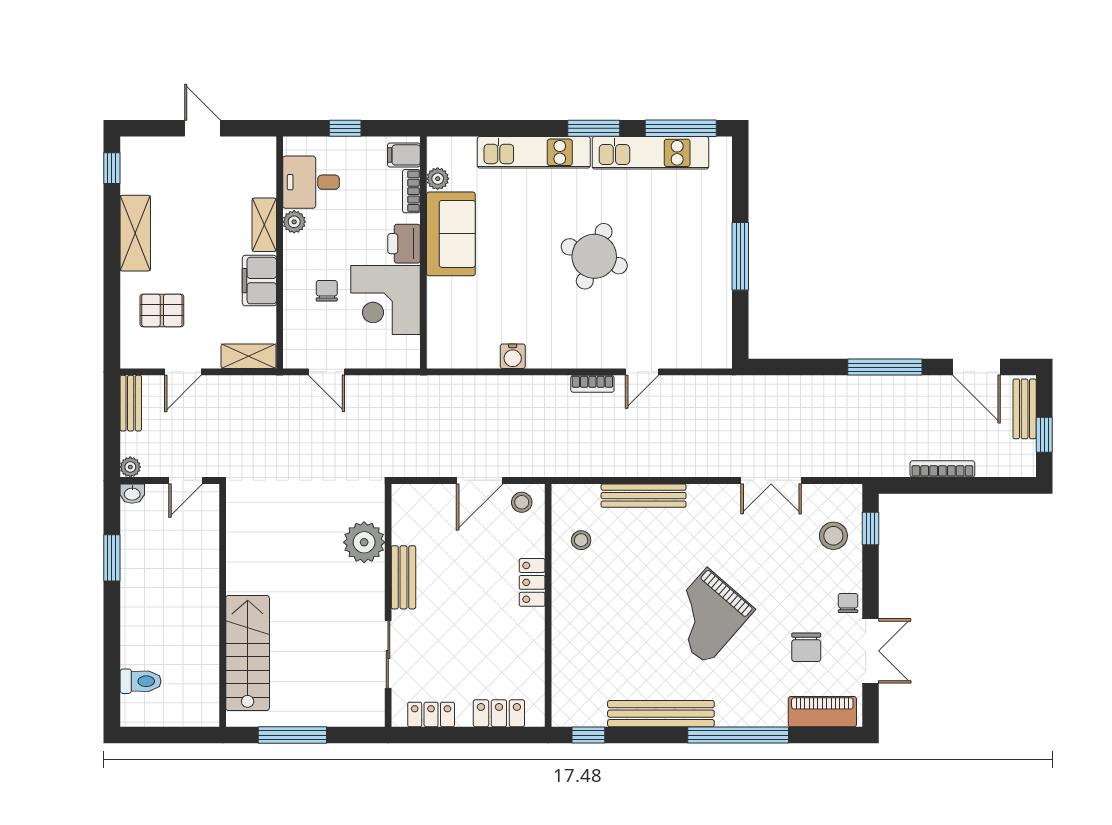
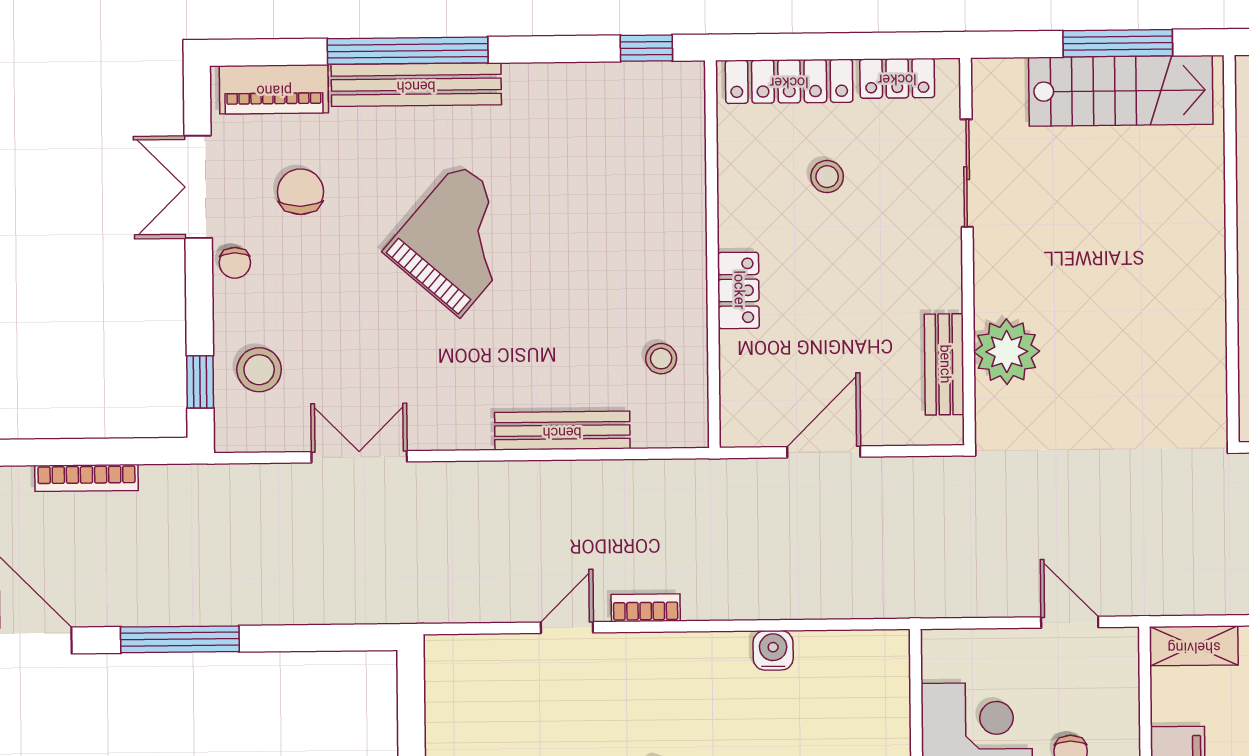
stool: (522, 502) -> (827, 177), moved
bench: (403, 577) -> (944, 364), moved
stairs: (248, 653) -> (1121, 91), moved, turned -90
locker: (499, 713) -> (789, 81), width x1.53
bench: (661, 714) -> (416, 85), moved

